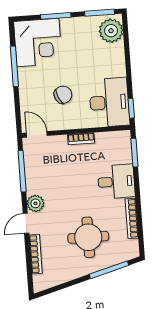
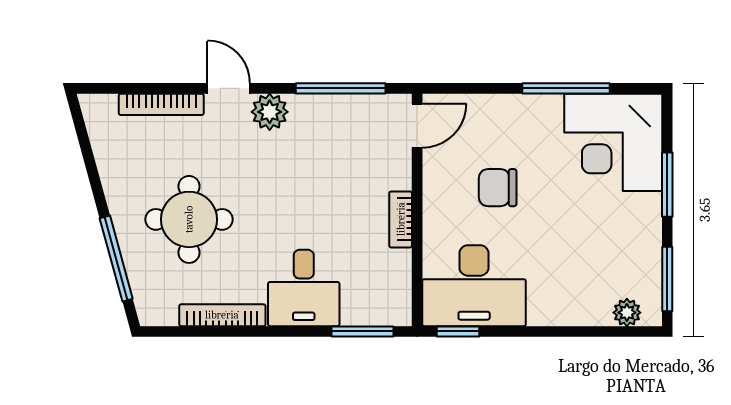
plant: (111, 31) -> (627, 313), width x0.53, depth x0.53
chair: (63, 95) -> (498, 188), turned 115

